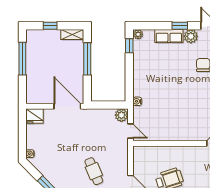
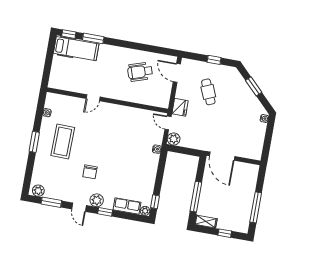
row of seats: (169, 36) -> (127, 206), moved
fridge: (35, 116) -> (180, 107), moved, turned 90

